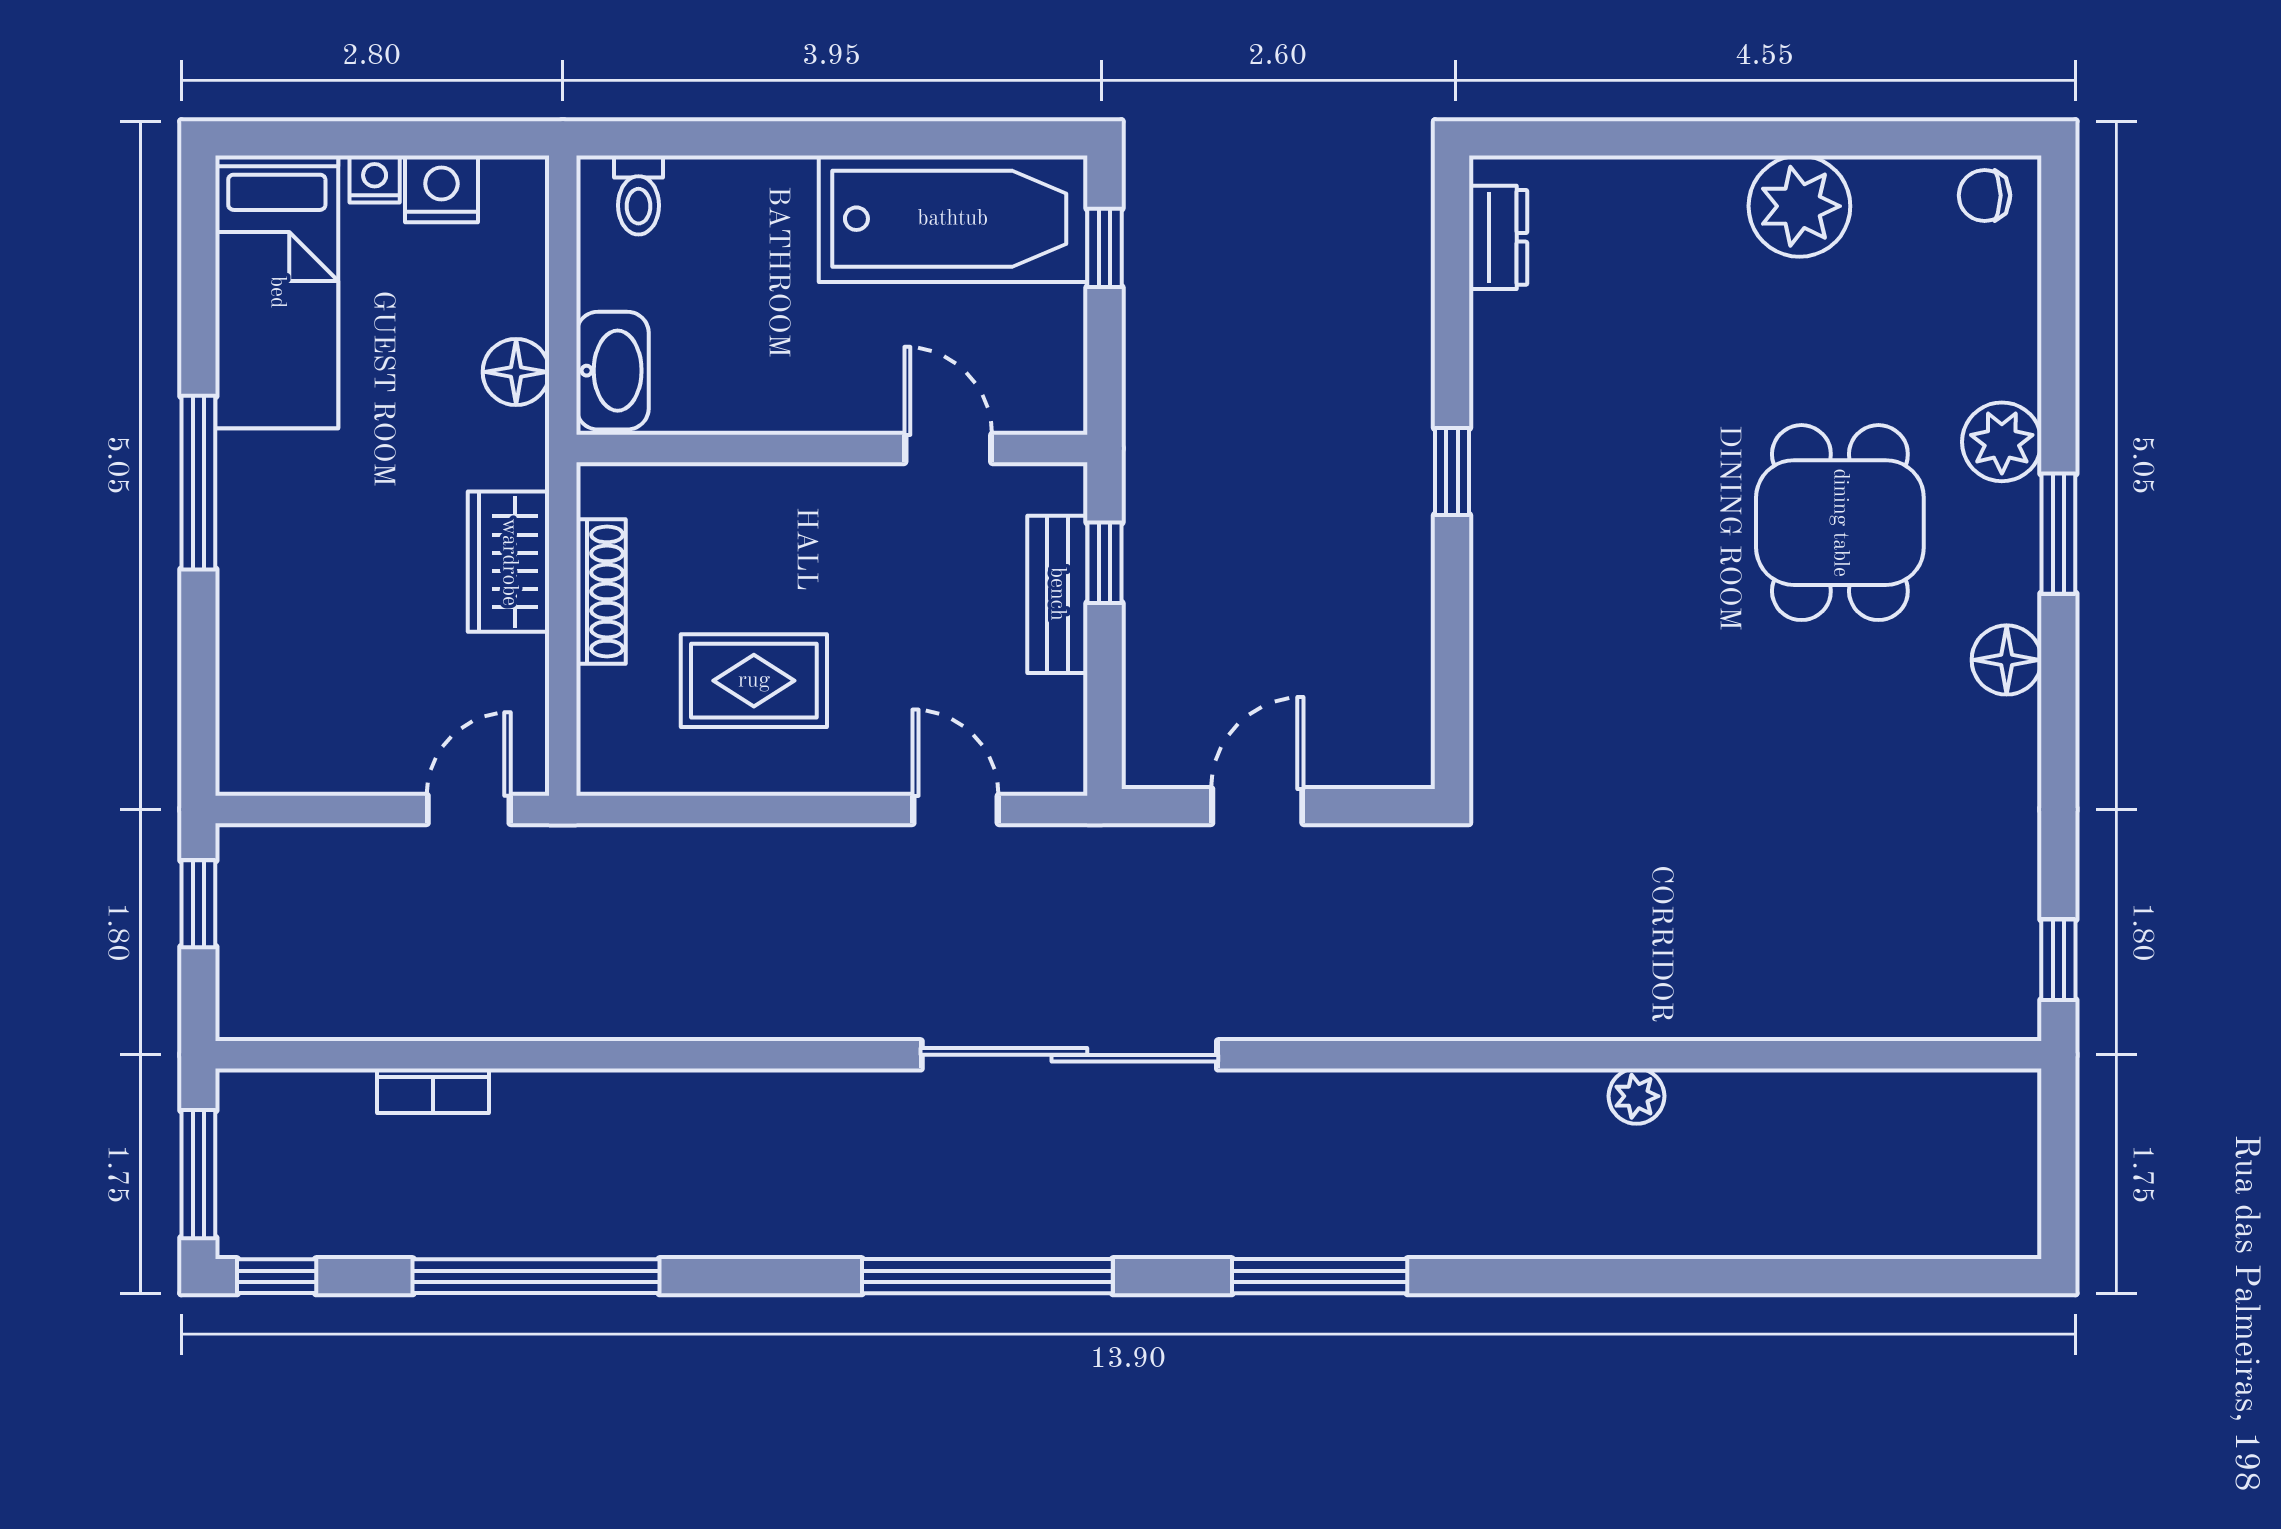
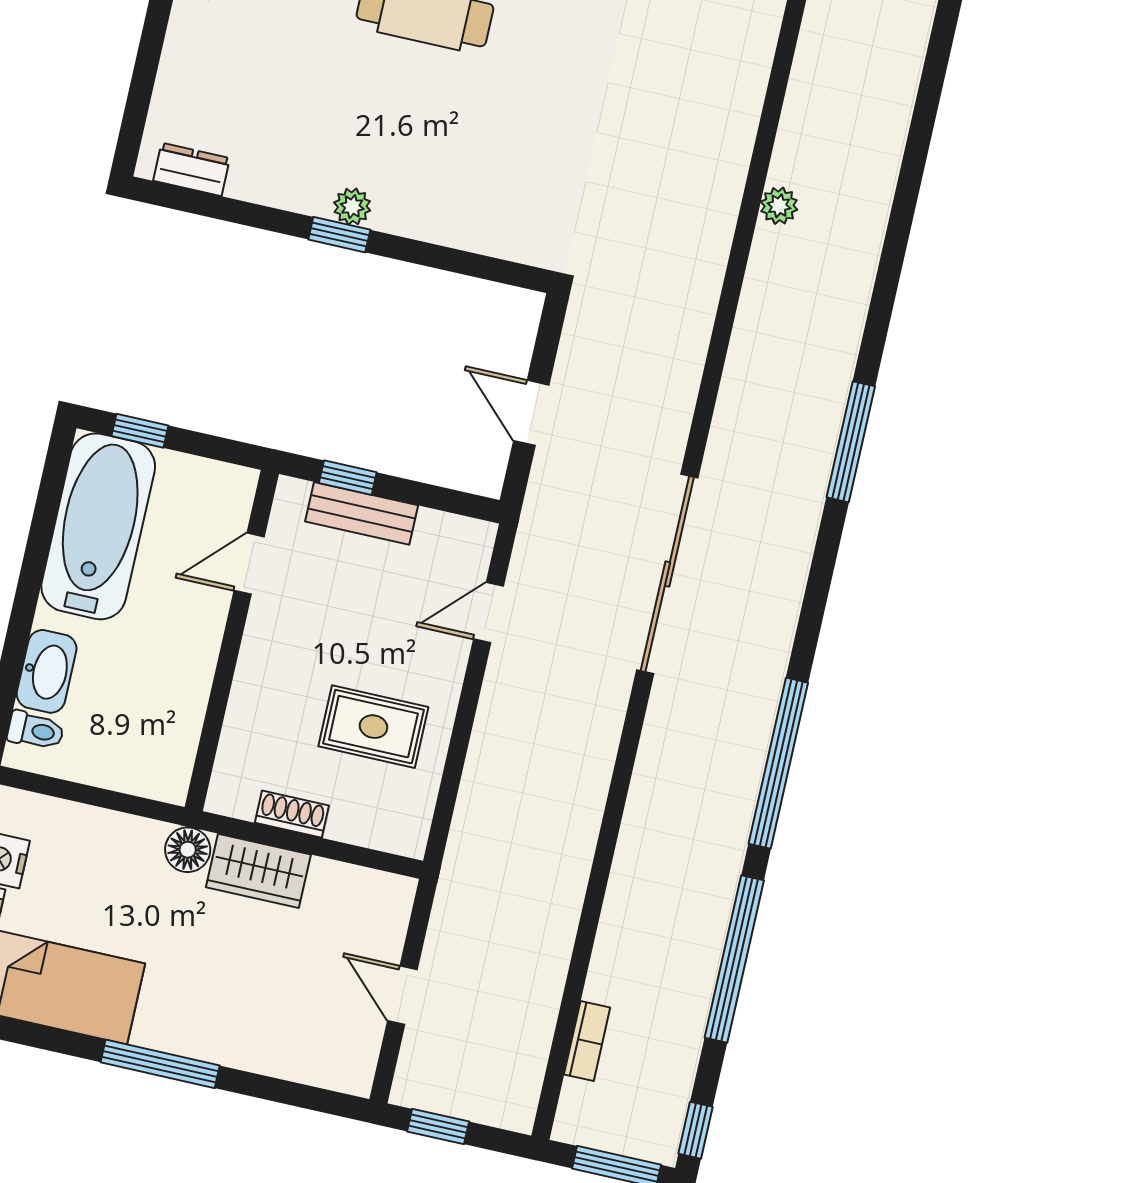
washbasin: (613, 371) -> (47, 671), moved, turned 90
floor lamp: (516, 372) -> (188, 850), moved
plant: (1497, 481) -> (352, 207), added
shoe rack: (601, 591) -> (292, 814), width x0.70
rug: (754, 681) -> (373, 727), turned 90
door: (469, 809) -> (402, 995), moved
bookcase: (433, 1091) -> (587, 1041), moved
window: (987, 1276) -> (778, 763), moved

